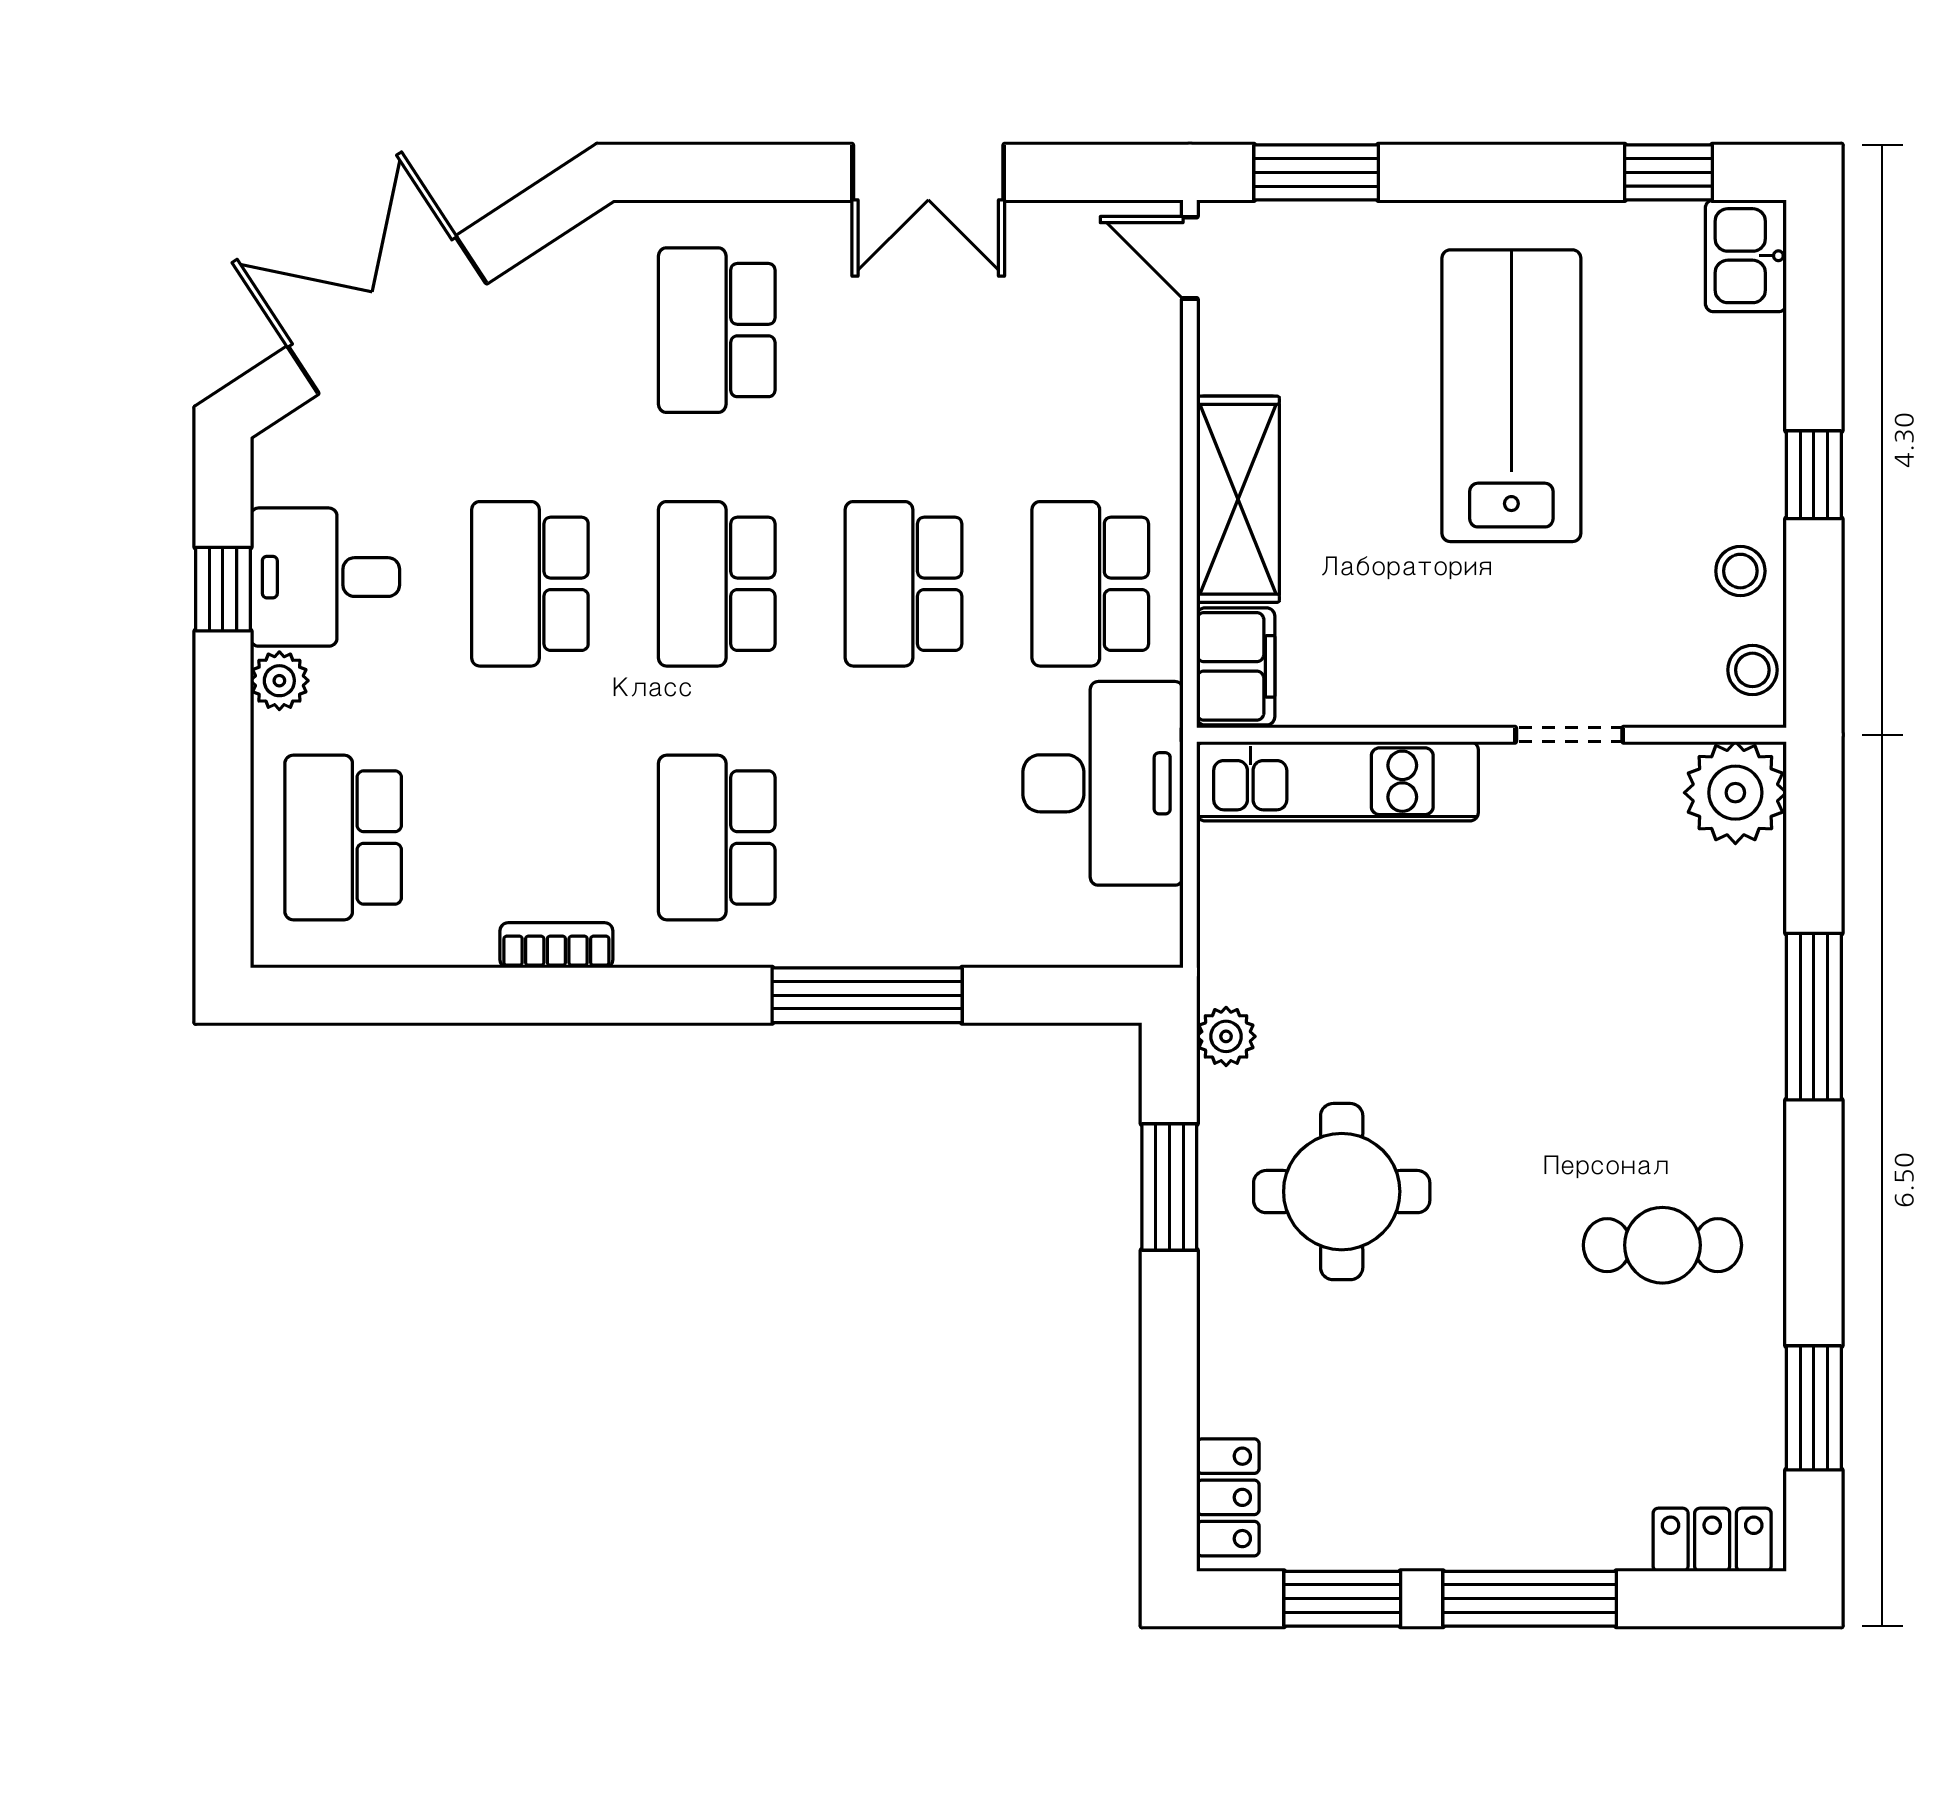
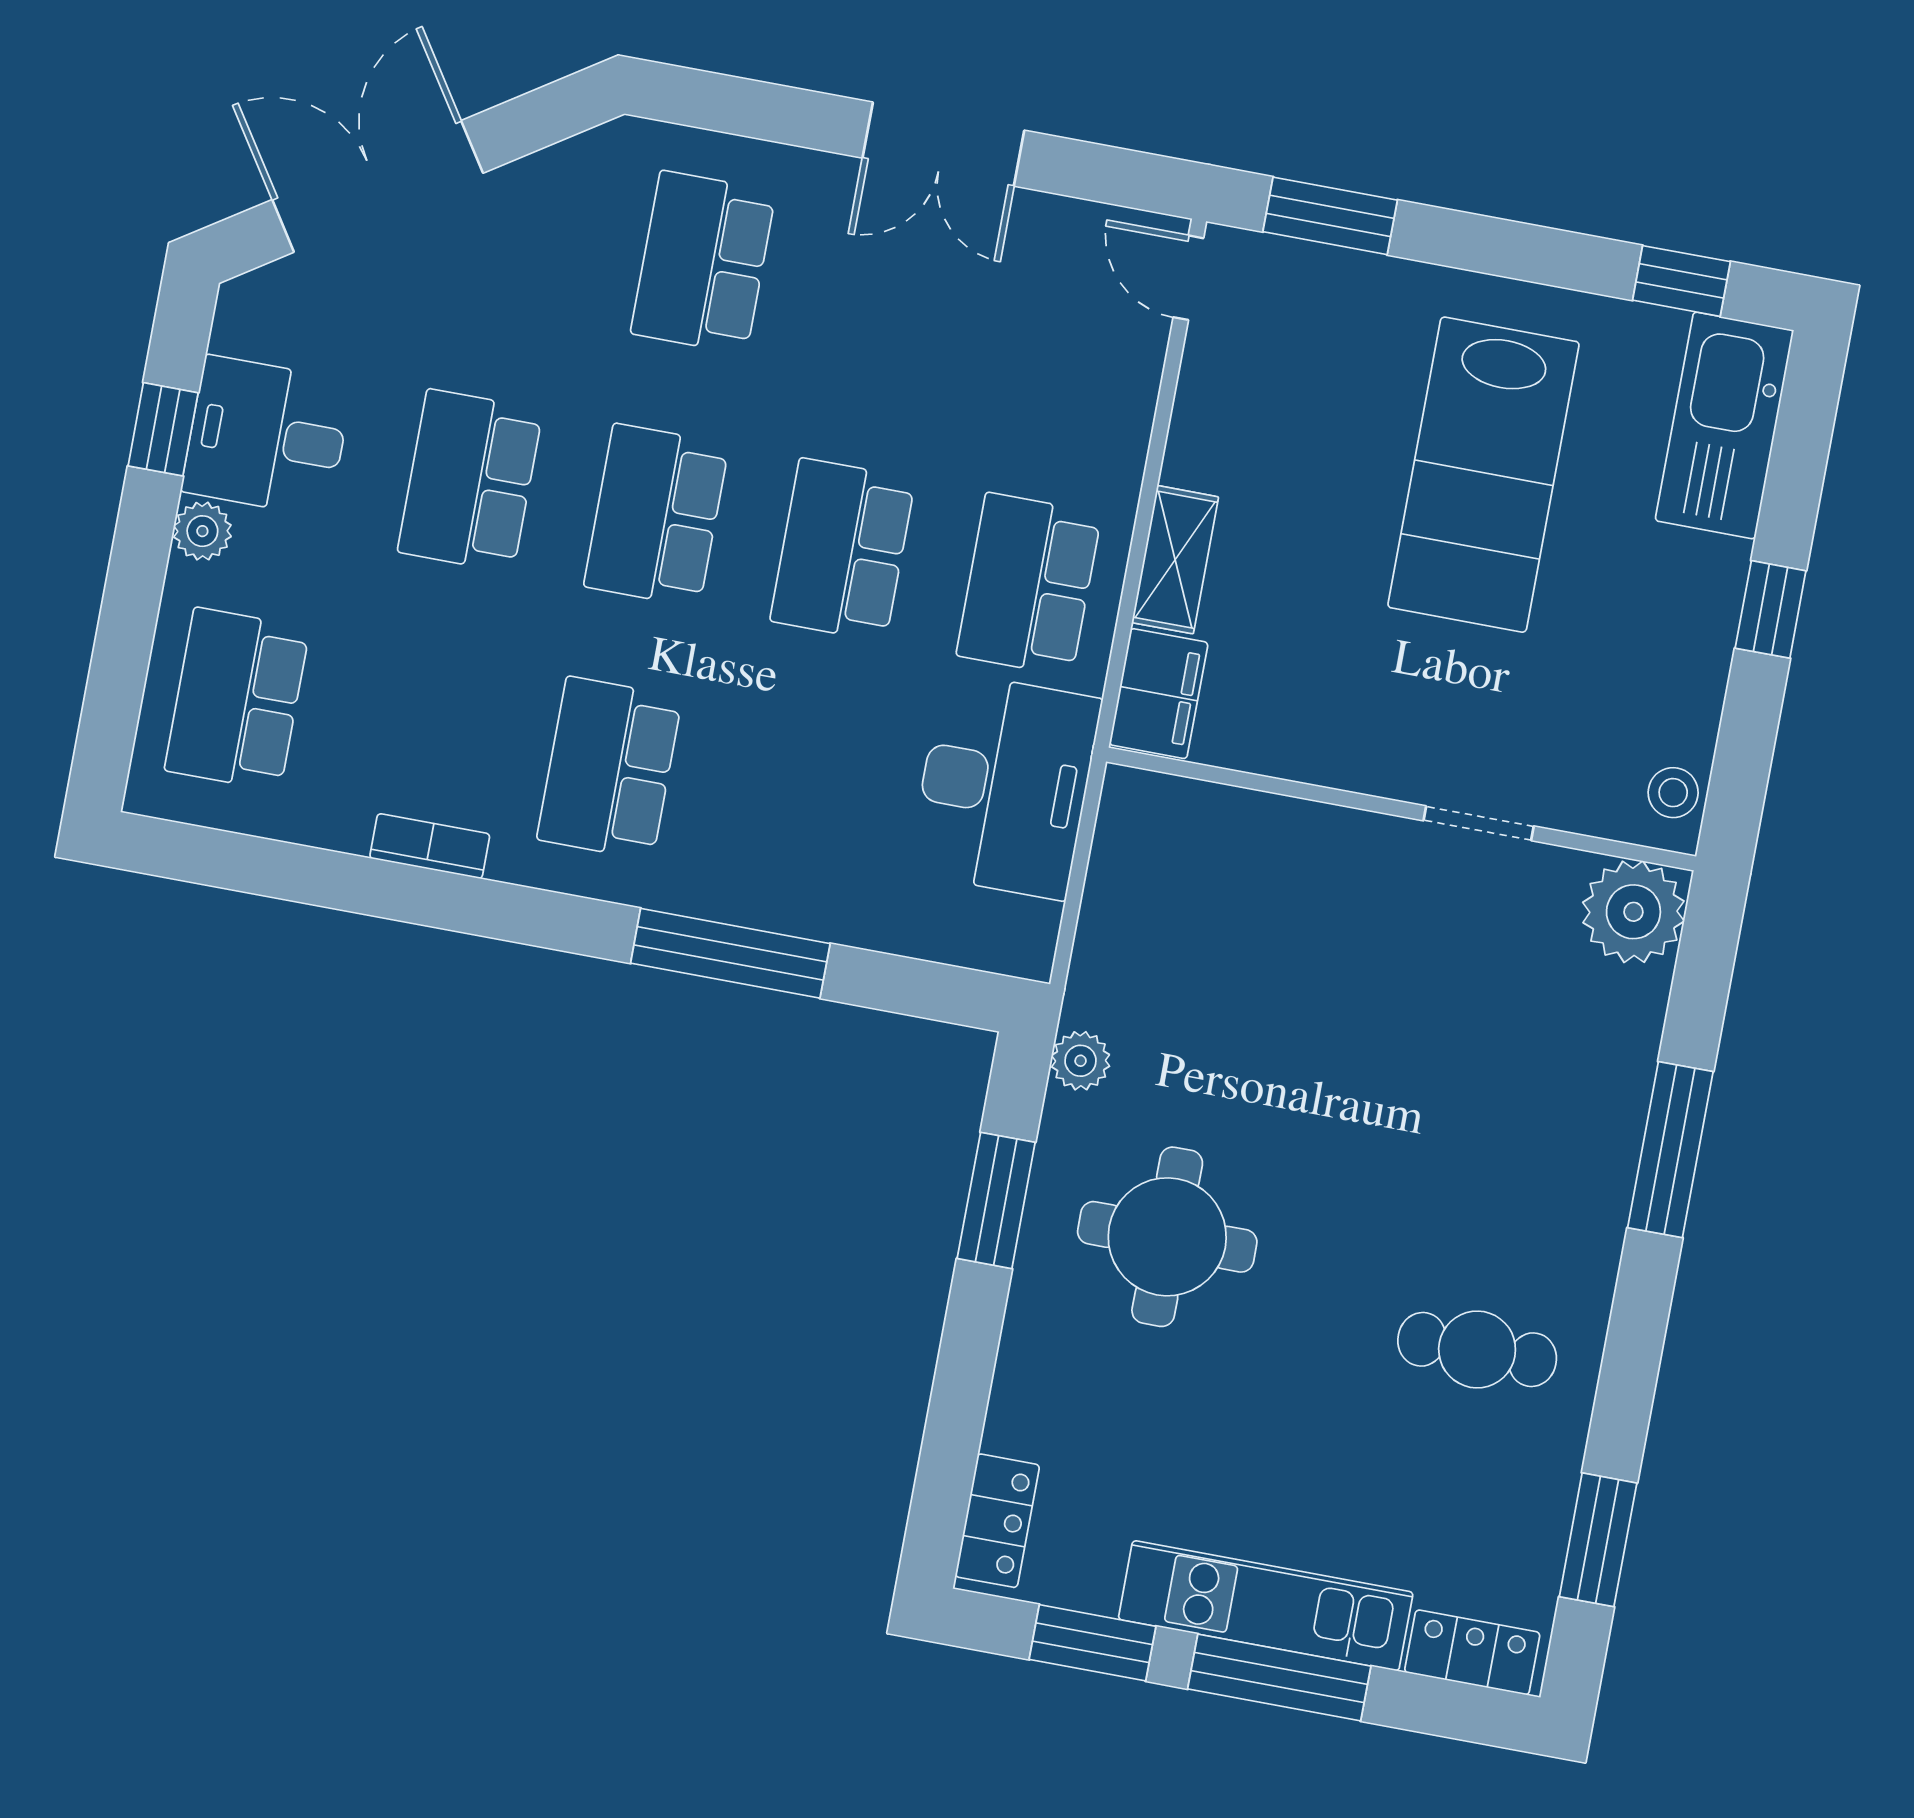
kitchen sink: (1746, 256) -> (1724, 425), width x1.88, depth x1.24
lab bench: (1511, 396) -> (1483, 475), turned 180
shelving: (1238, 499) -> (1175, 560), width x0.67, depth x0.75
stool: (1740, 571) -> (1679, 692), removed
kitchen unit: (1338, 781) -> (1266, 1606), moved, turned 180

